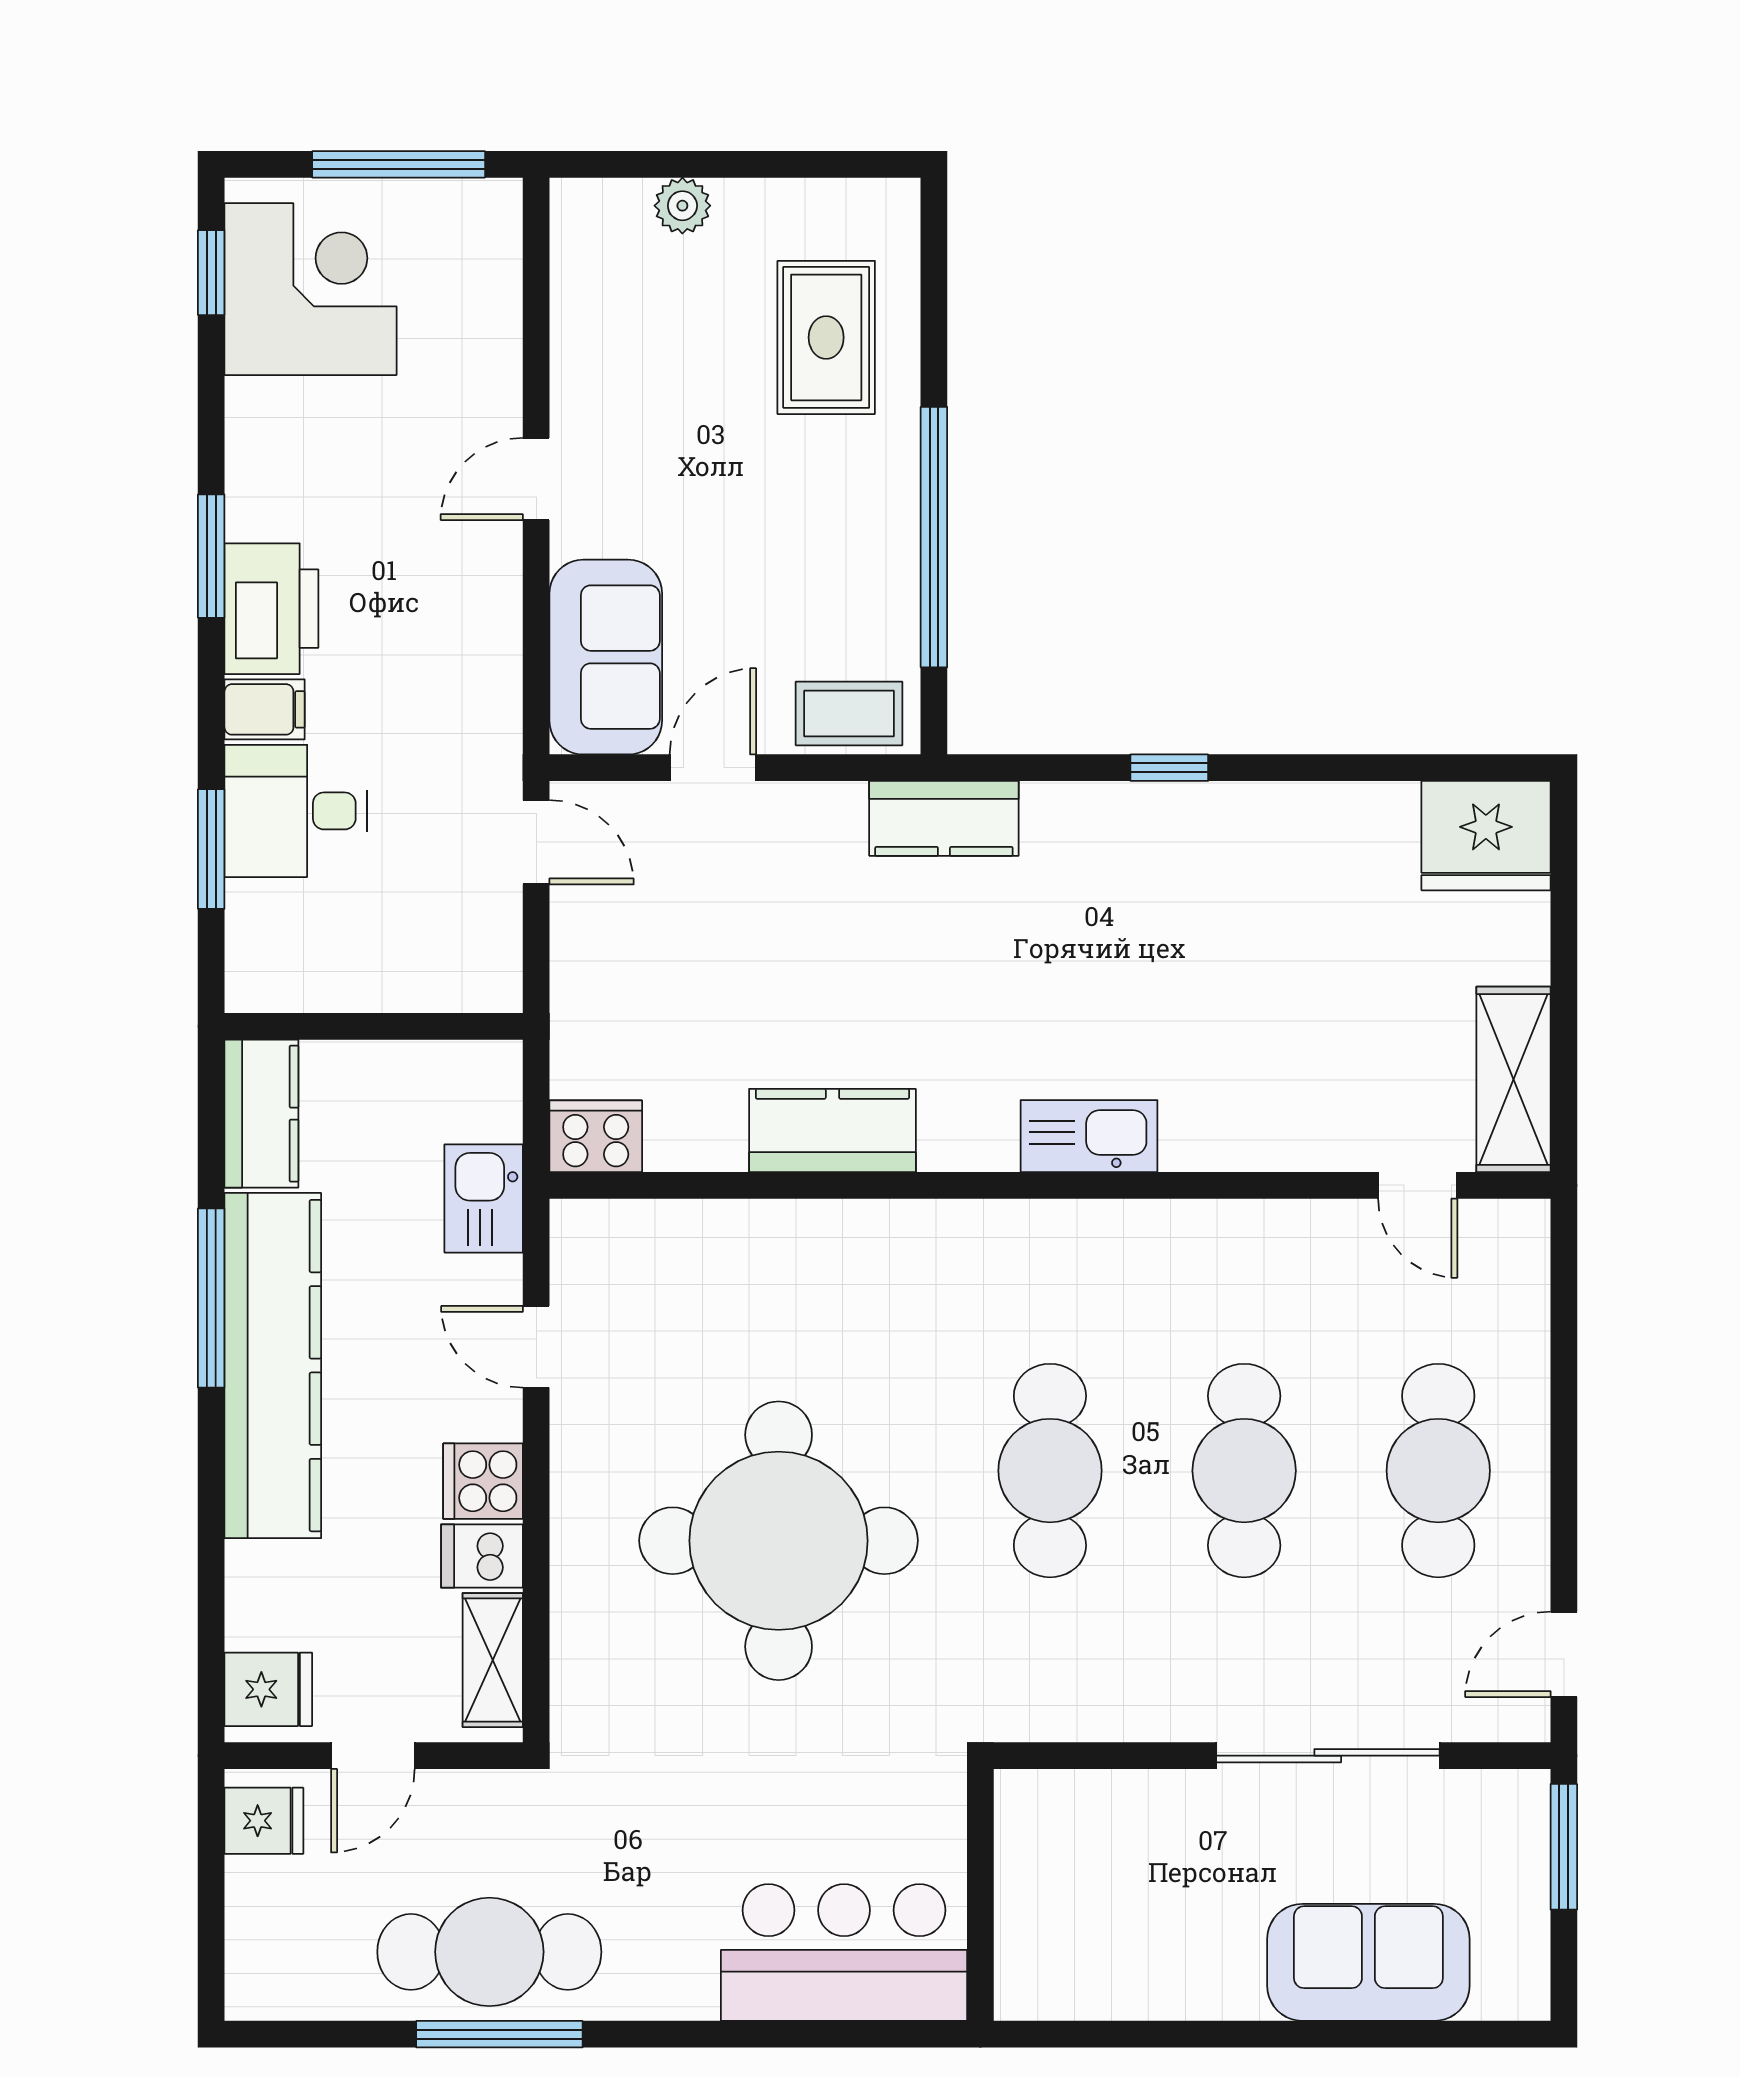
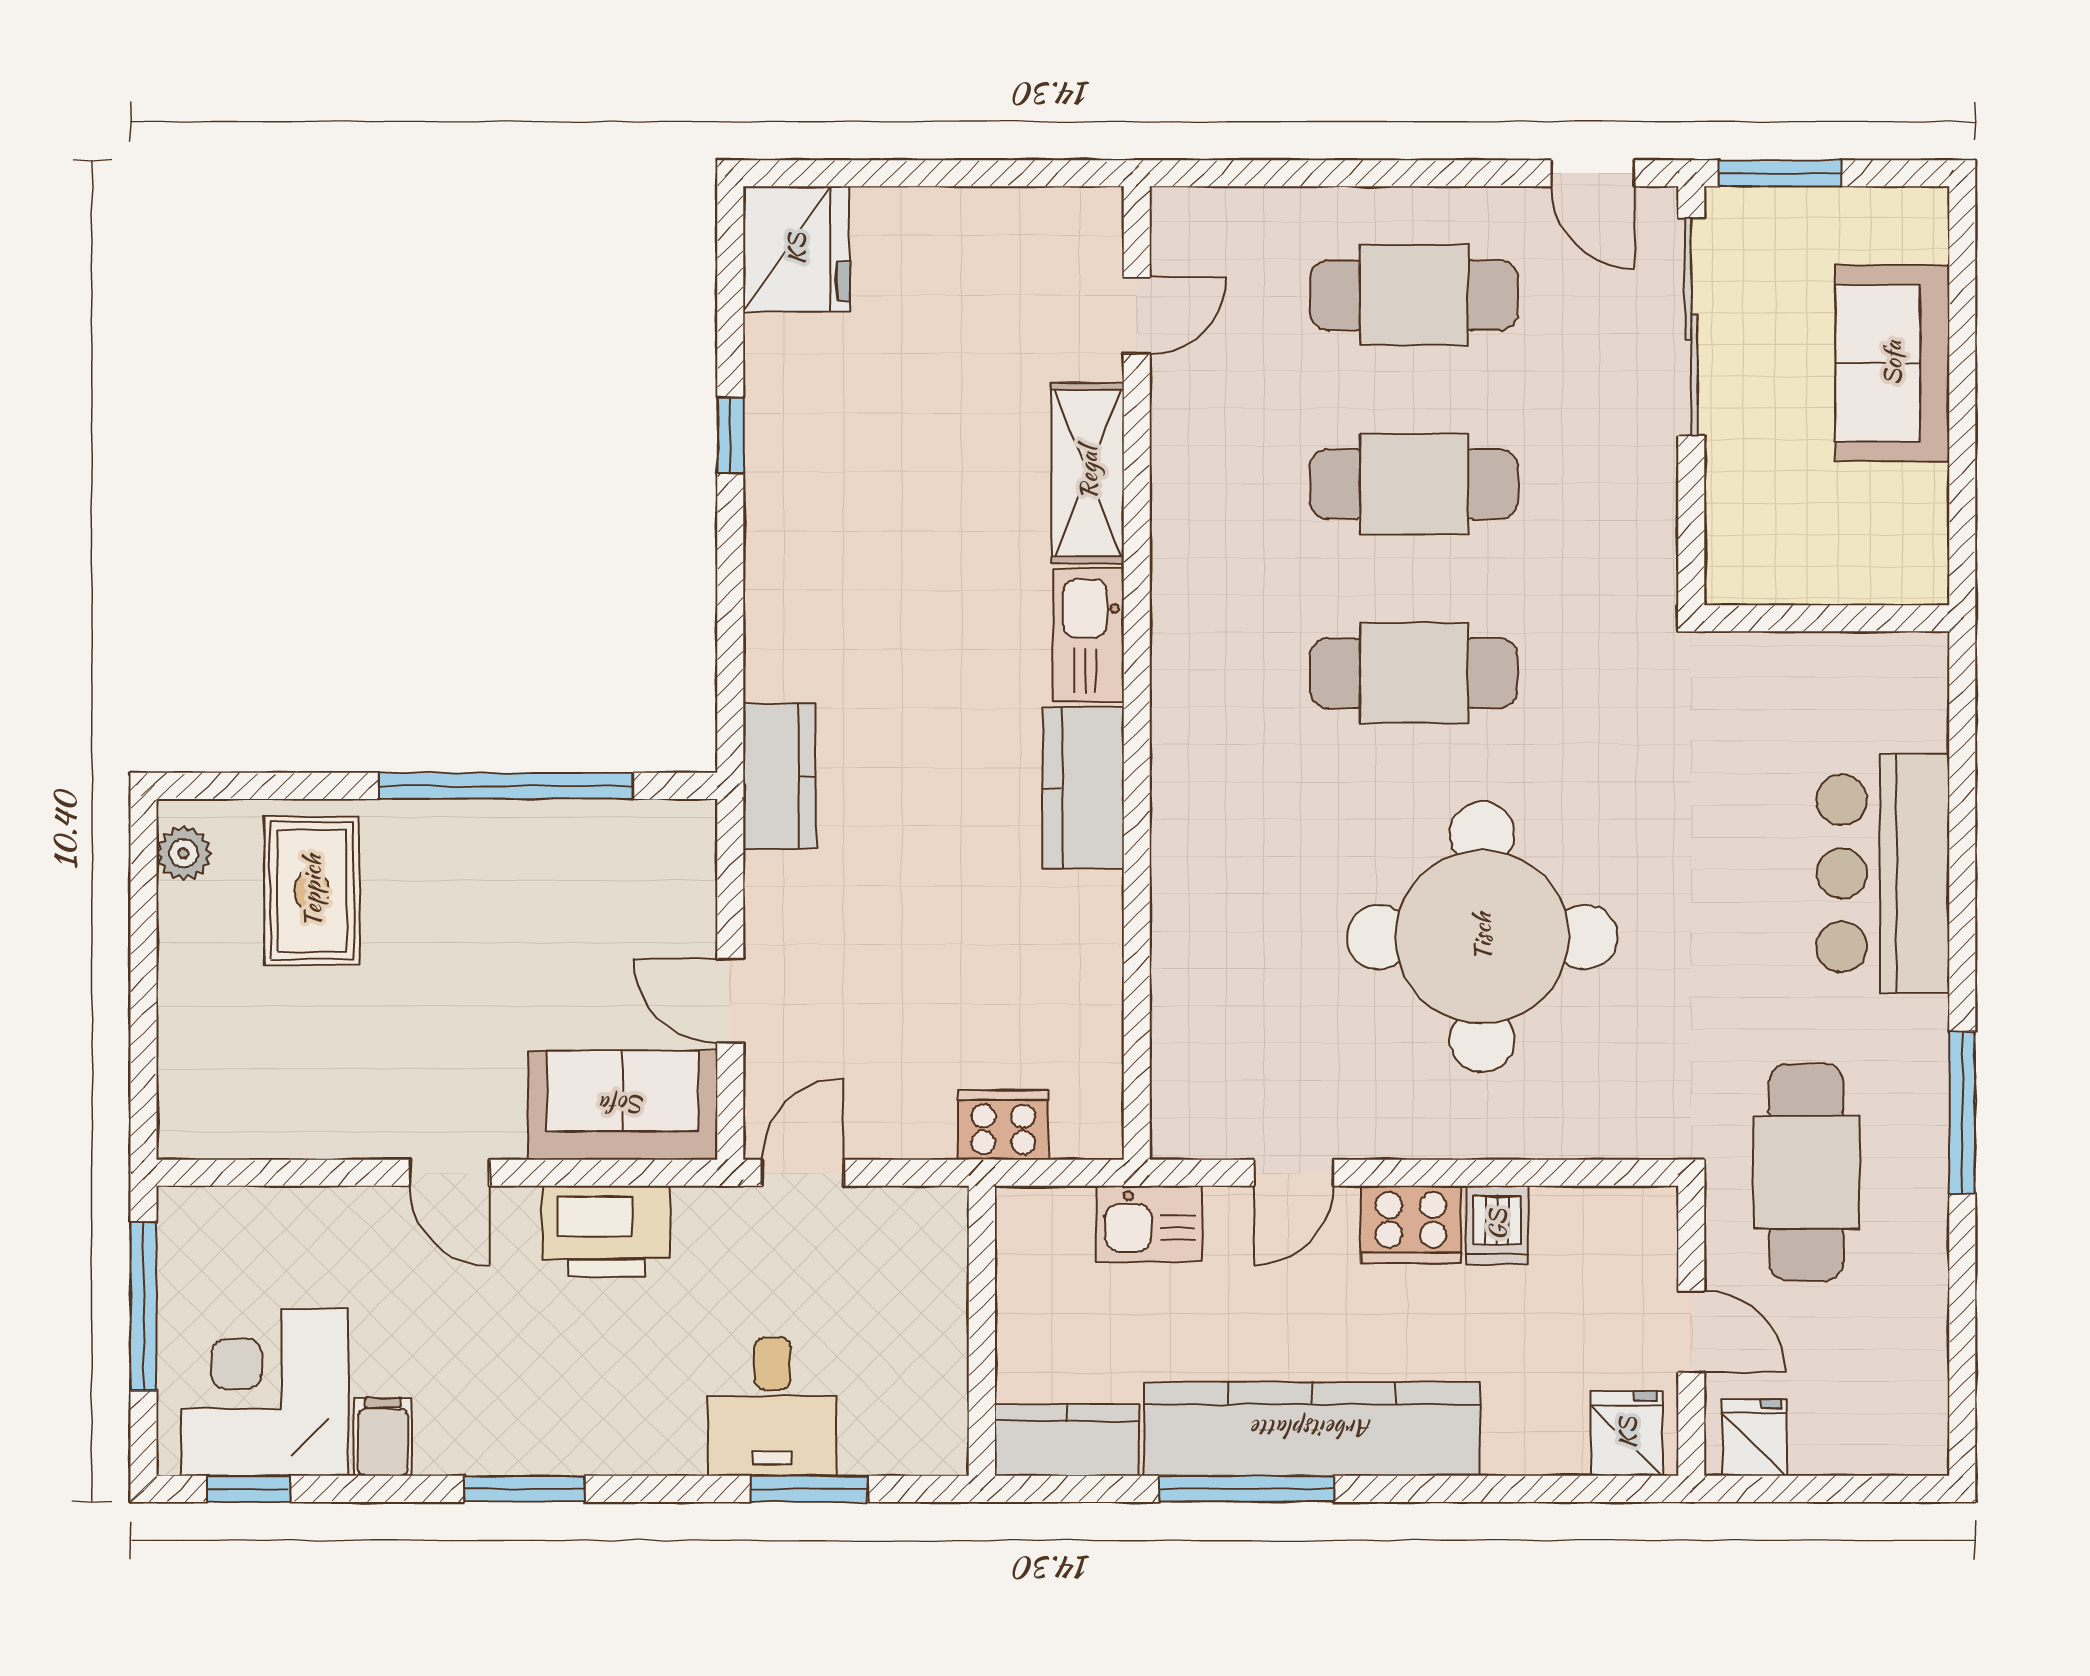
plant: (682, 206) -> (184, 853), moved
rug: (826, 337) -> (312, 891), turned 90
printer: (271, 609) -> (606, 1231), moved, turned 180
filing cabinet: (265, 709) -> (383, 1437), moved
coffee table: (849, 713) -> (678, 869), removed
window: (1169, 768) -> (730, 435), moved
shelving: (1513, 1079) -> (1088, 473), moved, turned 90
kitchen counter: (832, 1131) -> (1083, 788), moved
cooker: (596, 1136) -> (1003, 1125), moved, turned 90
cooker: (483, 1481) -> (1411, 1224), width x1.36
shelving: (493, 1660) -> (1598, 1215), removed
sliding door: (1328, 1756) -> (1691, 327), moved
wall: (980, 1895) -> (1827, 618), moved
cafe table: (489, 1952) -> (1806, 1172), moved
window: (499, 2034) -> (1962, 1113), moved

